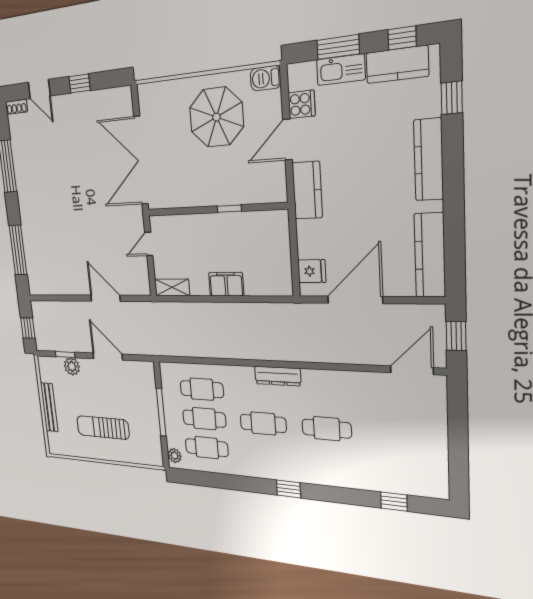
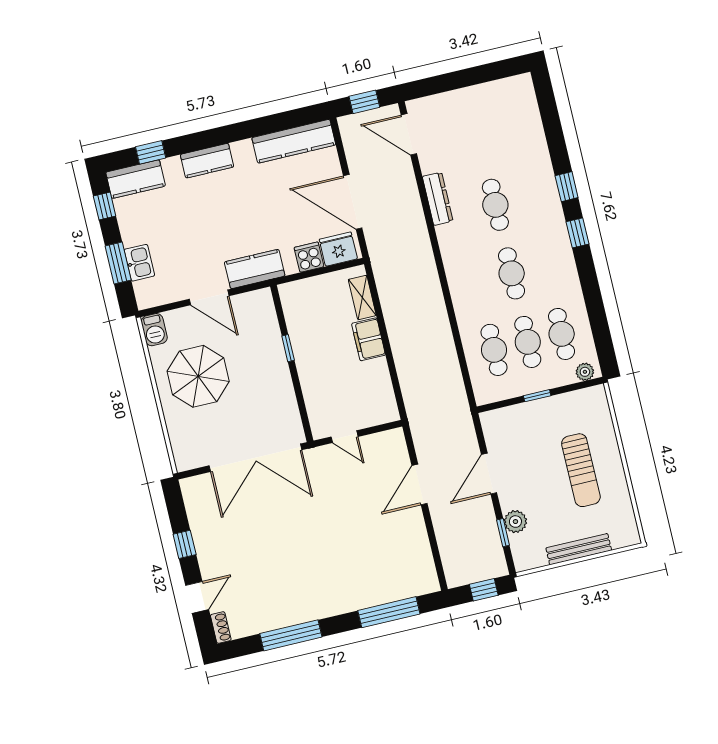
kitchen counter: (397, 65) -> (136, 179), moved, turned 90
kitchen sink: (341, 70) -> (139, 263), width x0.73
cooker: (302, 104) -> (309, 257), moved
kitchen counter: (429, 160) -> (207, 161), width x0.67
fridge: (312, 271) -> (338, 249), width x1.38
shelving: (172, 287) -> (362, 297), moved
dresser: (278, 376) -> (438, 199), moved
window: (161, 412) -> (537, 396), width x0.46
window: (394, 502) -> (567, 187), moved

